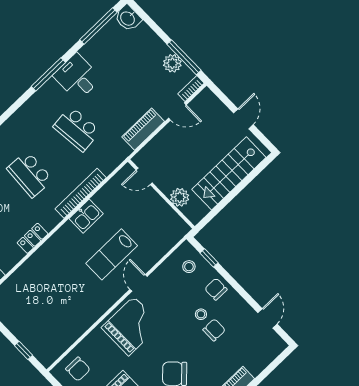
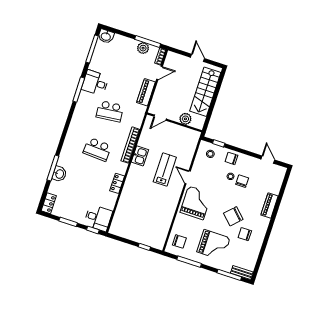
lab bench: (112, 254) -> (165, 169), turned 180

